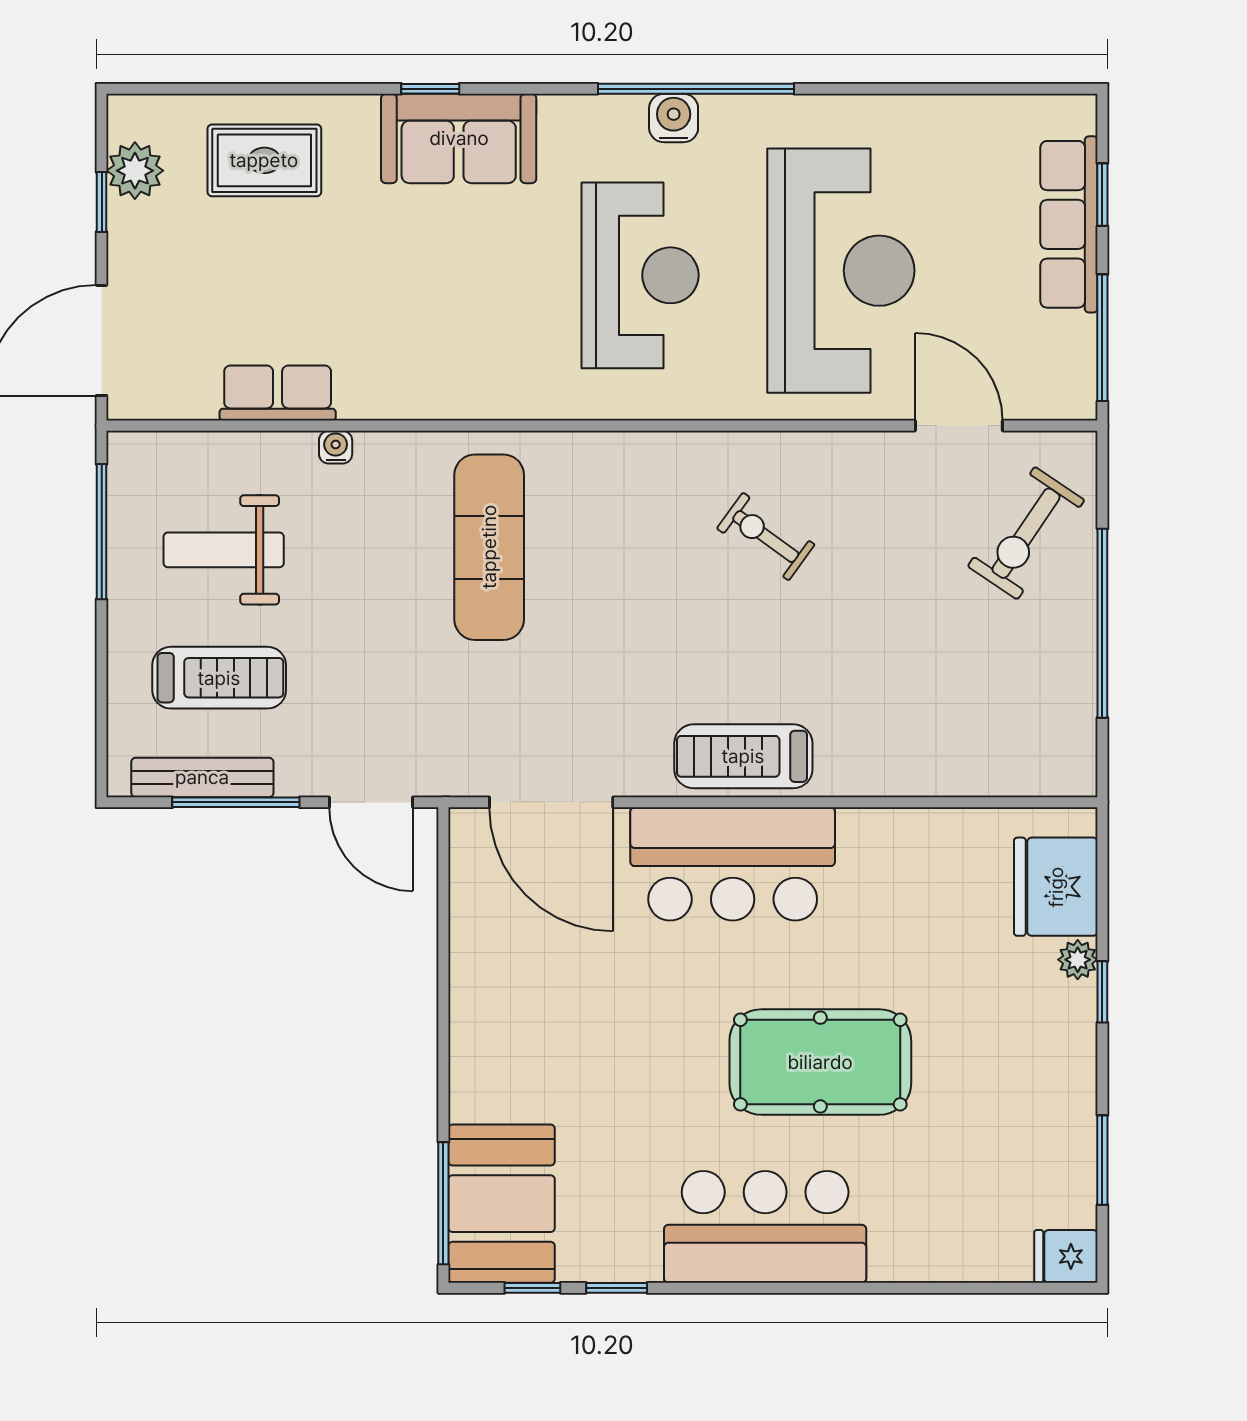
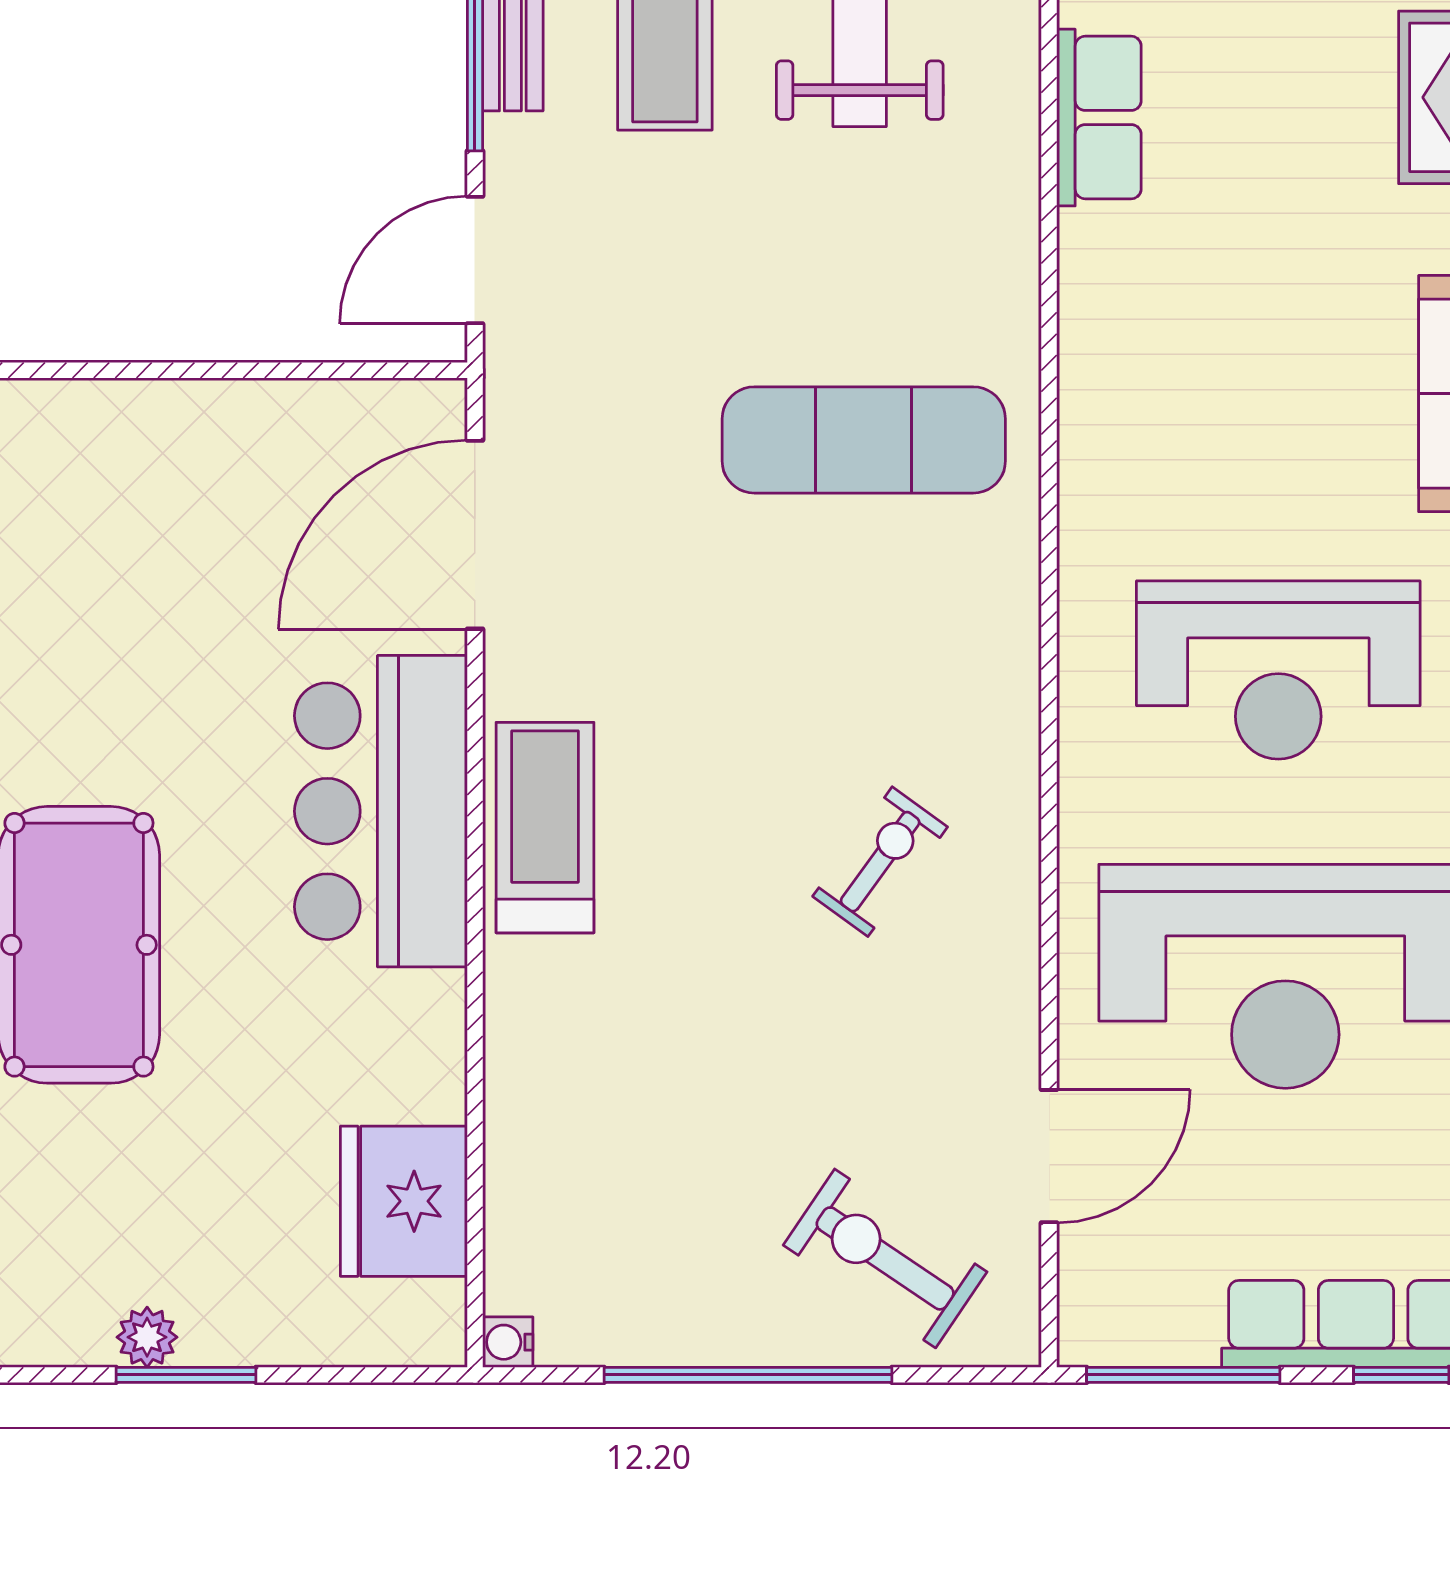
water cooler: (336, 447) -> (508, 1342), moved, turned 180
fridge: (1056, 887) -> (404, 1201), moved, turned -90
plant: (1078, 960) -> (147, 1337), moved
window: (1102, 992) -> (186, 1375), width x1.50

